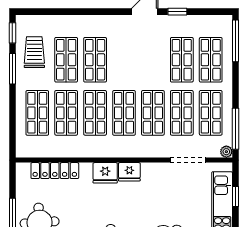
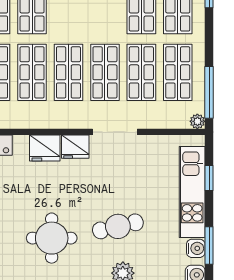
doorway: (188, 160) -> (115, 132), moved

